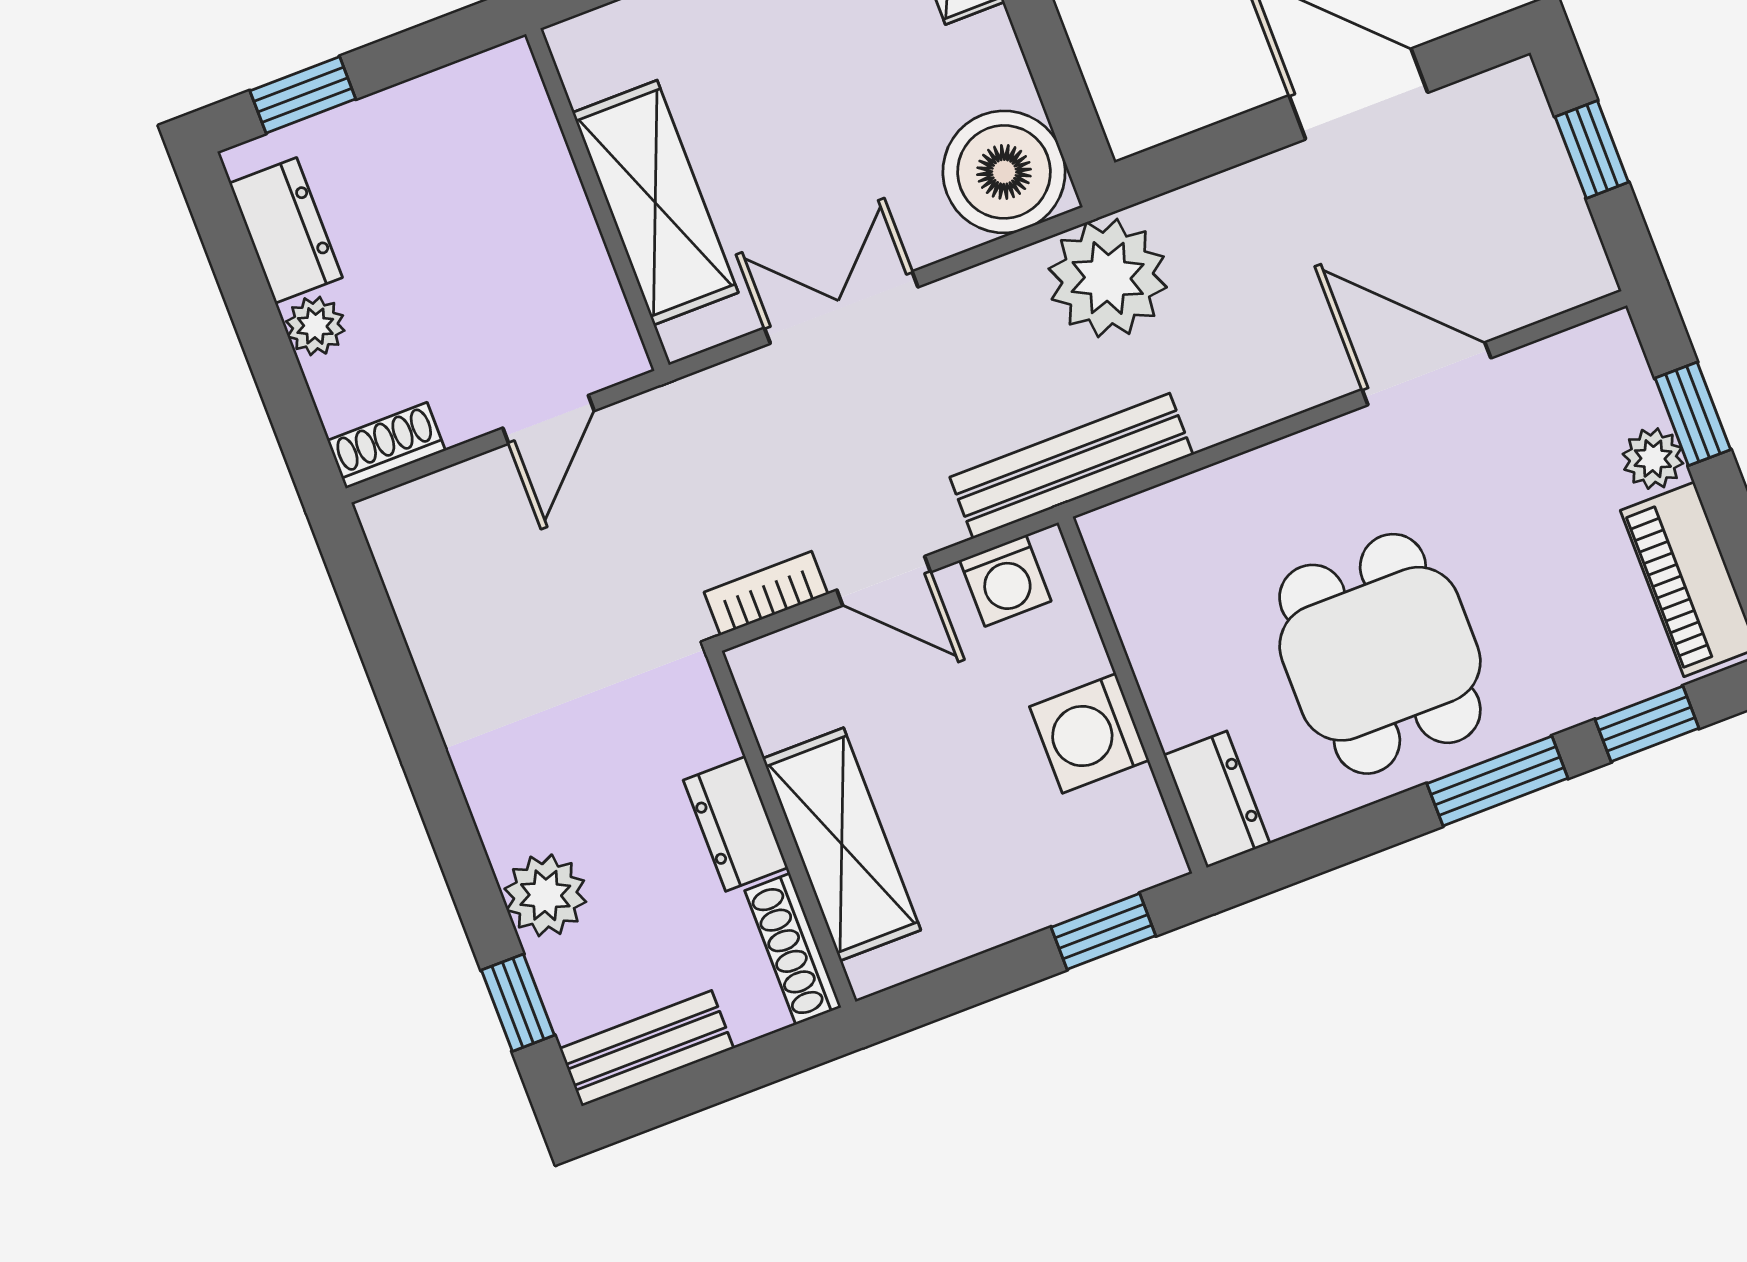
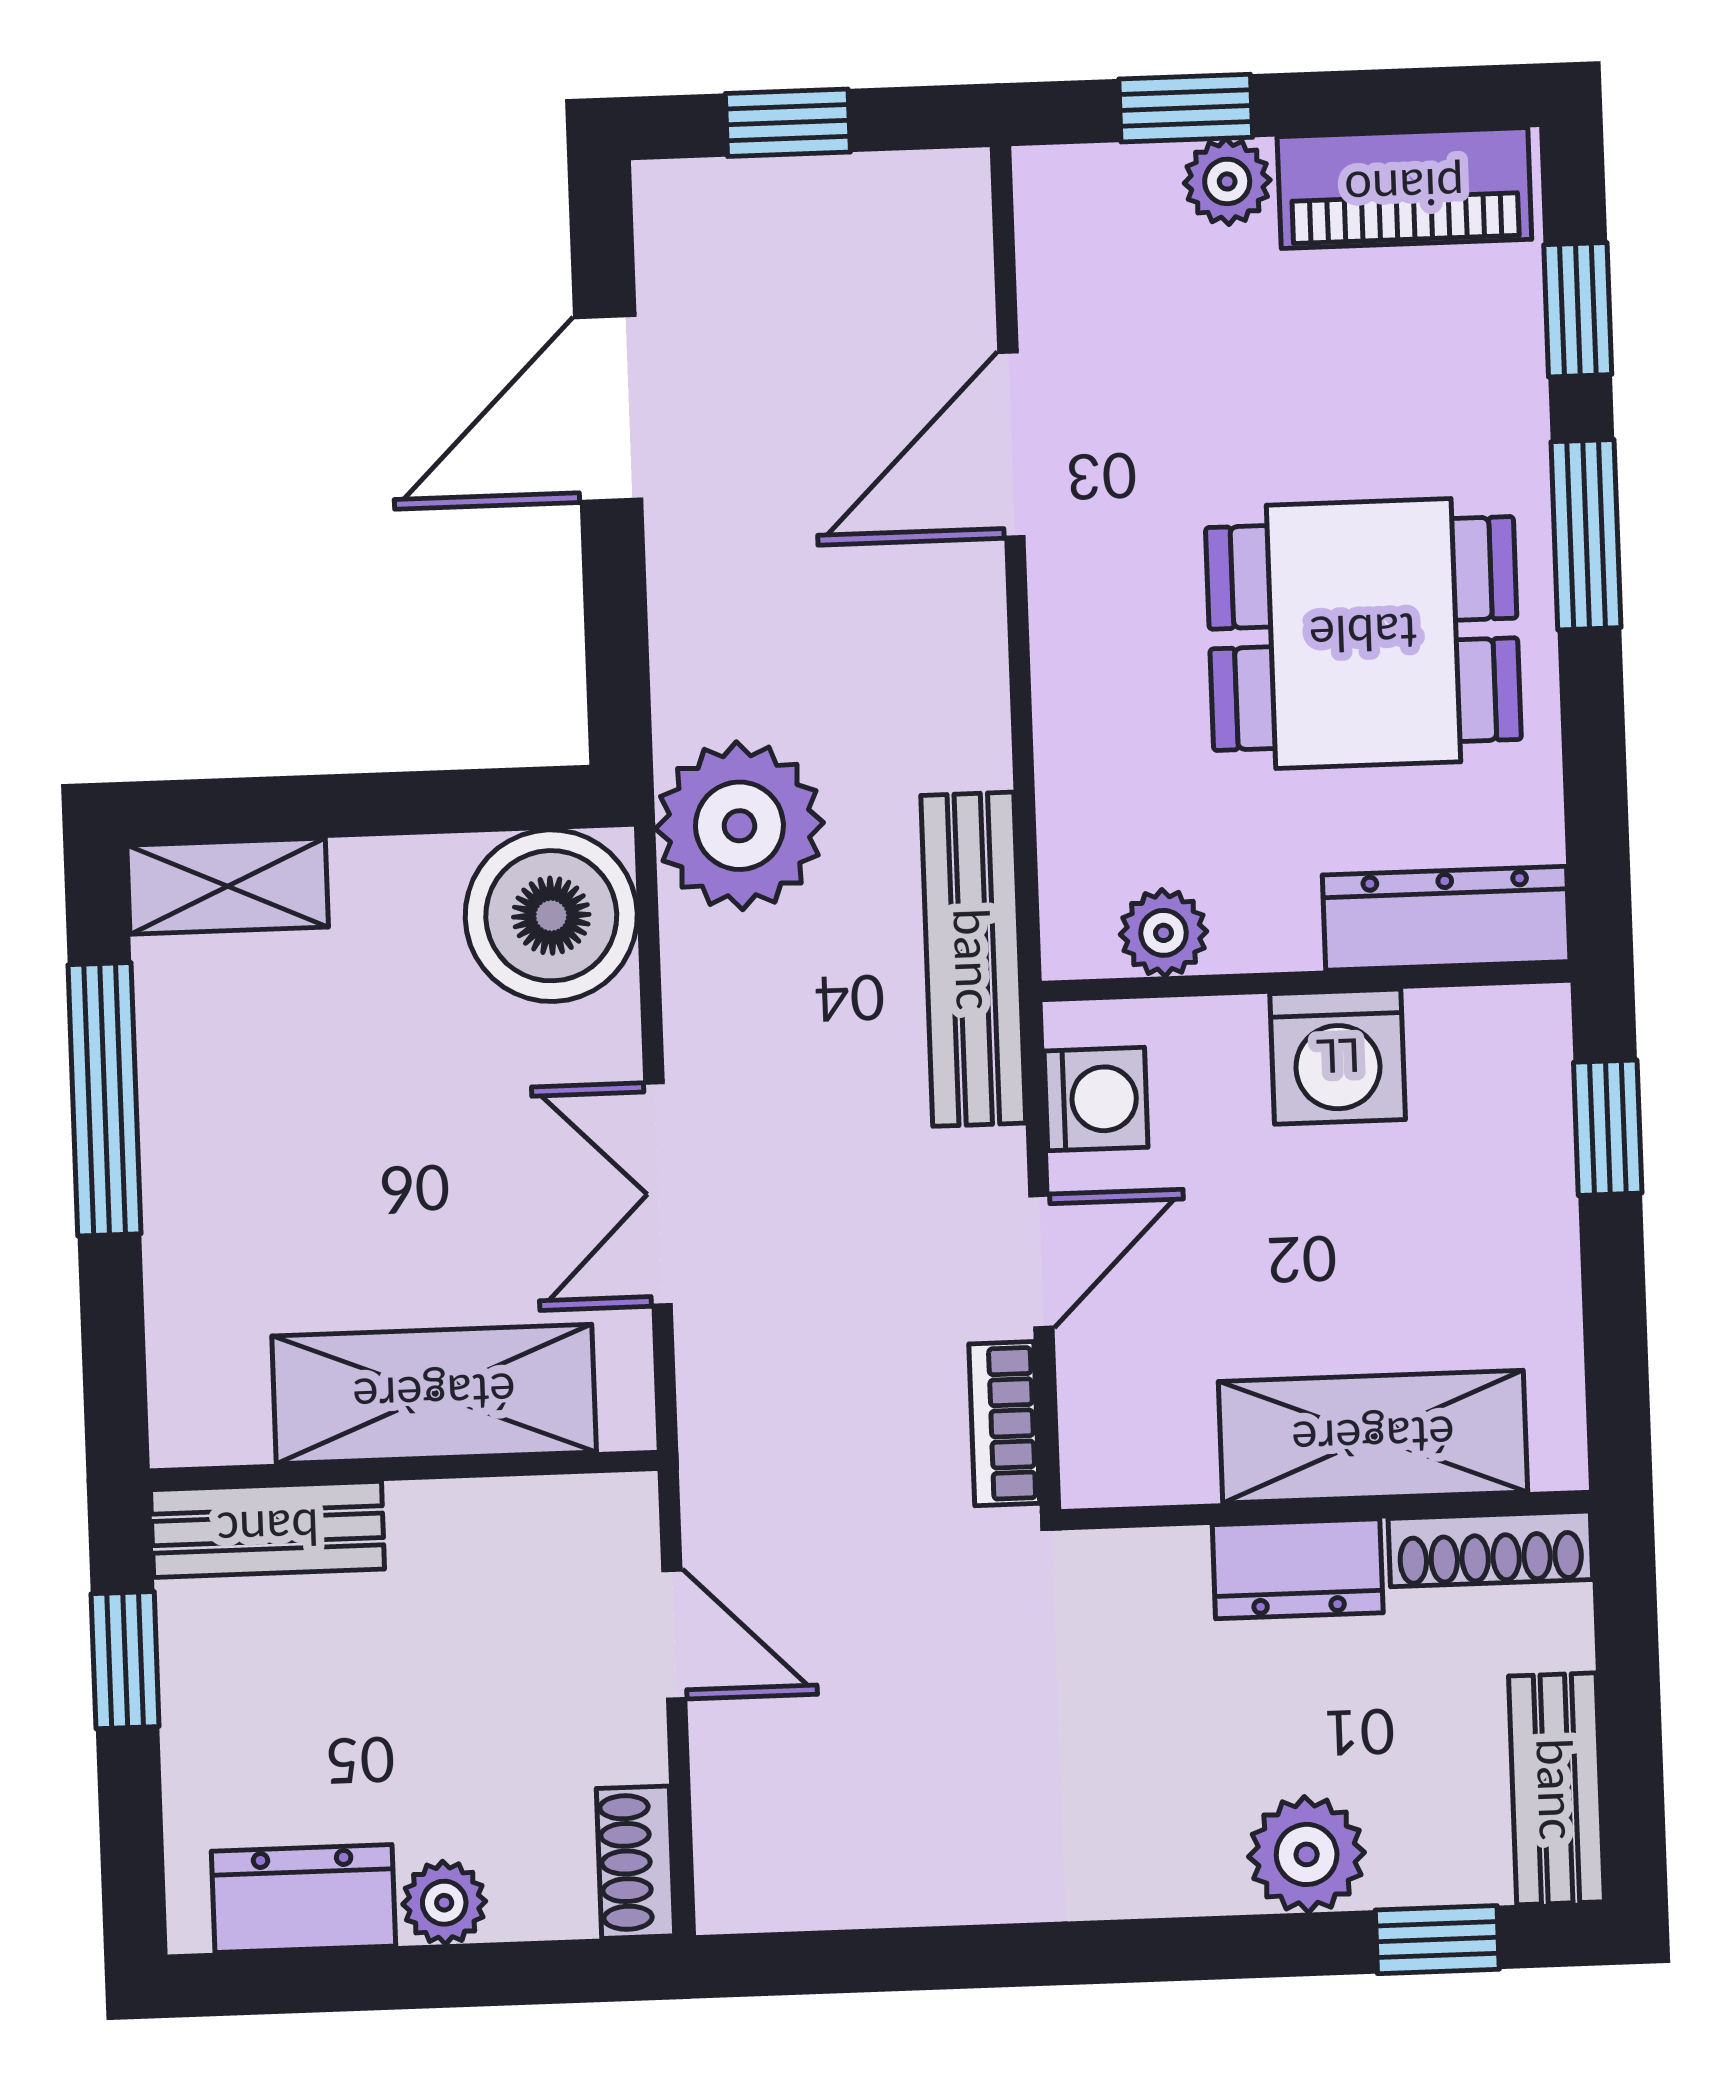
window: (303, 95) -> (125, 1660), moved
bench: (526, 122) -> (268, 1529), added
plant: (1133, 588) -> (1164, 933), added
dresser: (1217, 799) -> (1446, 918), width x1.44

